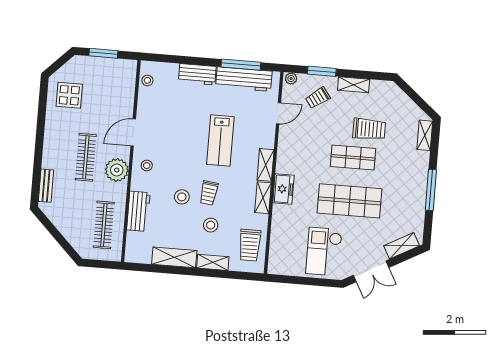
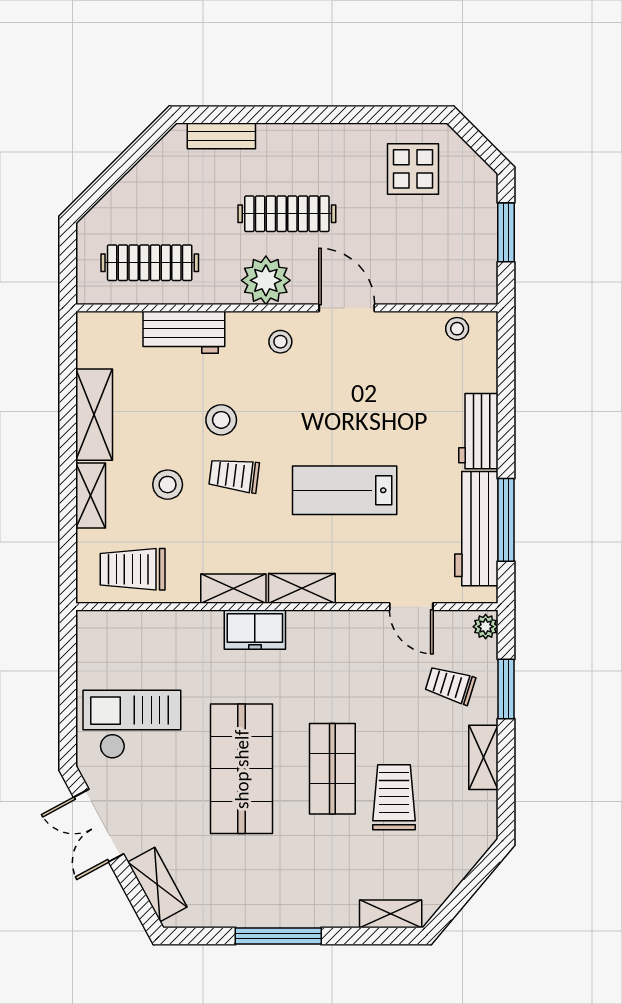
trolley: (318, 98) -> (450, 685), turned -37
trolley: (369, 129) -> (394, 797), turned 180

